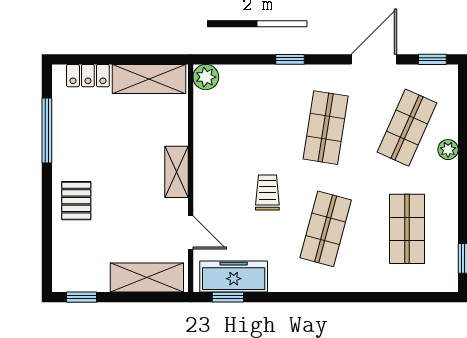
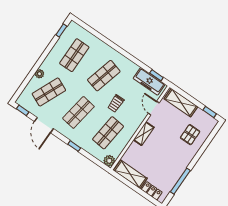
door: (374, 59) -> (44, 125), hinge flipped
shop shelf: (244, 128) -> (108, 133), added
pallet: (76, 201) -> (190, 135), moved

